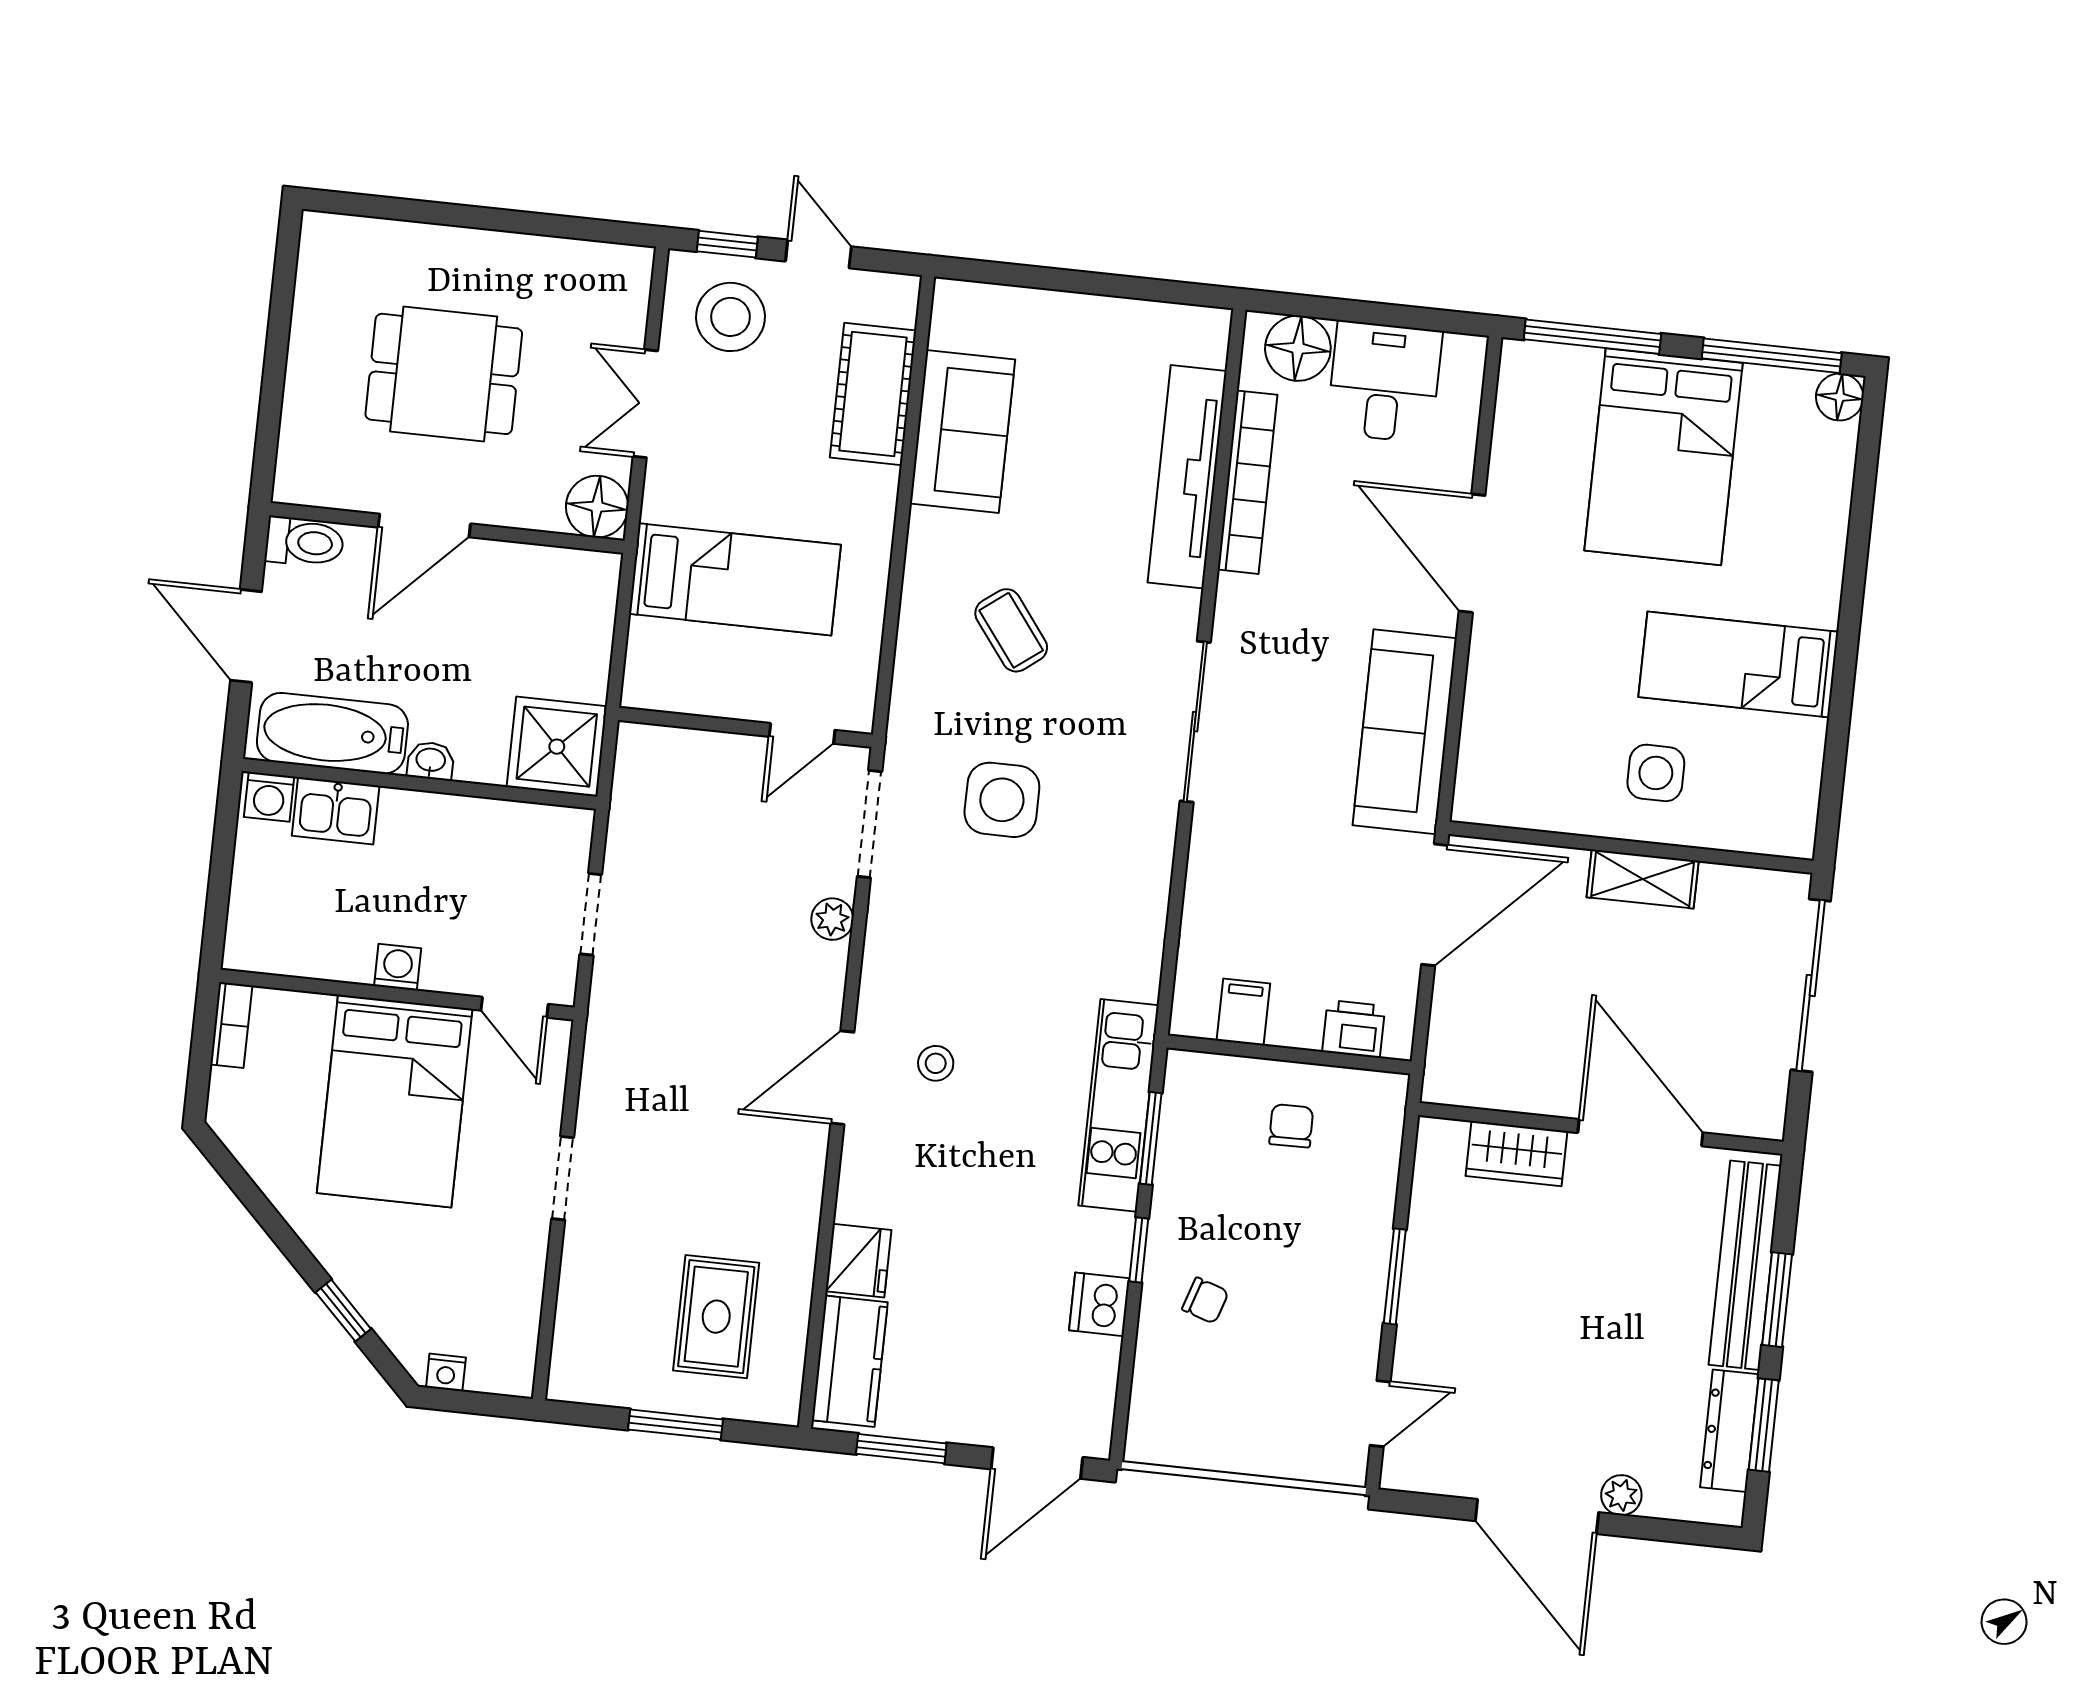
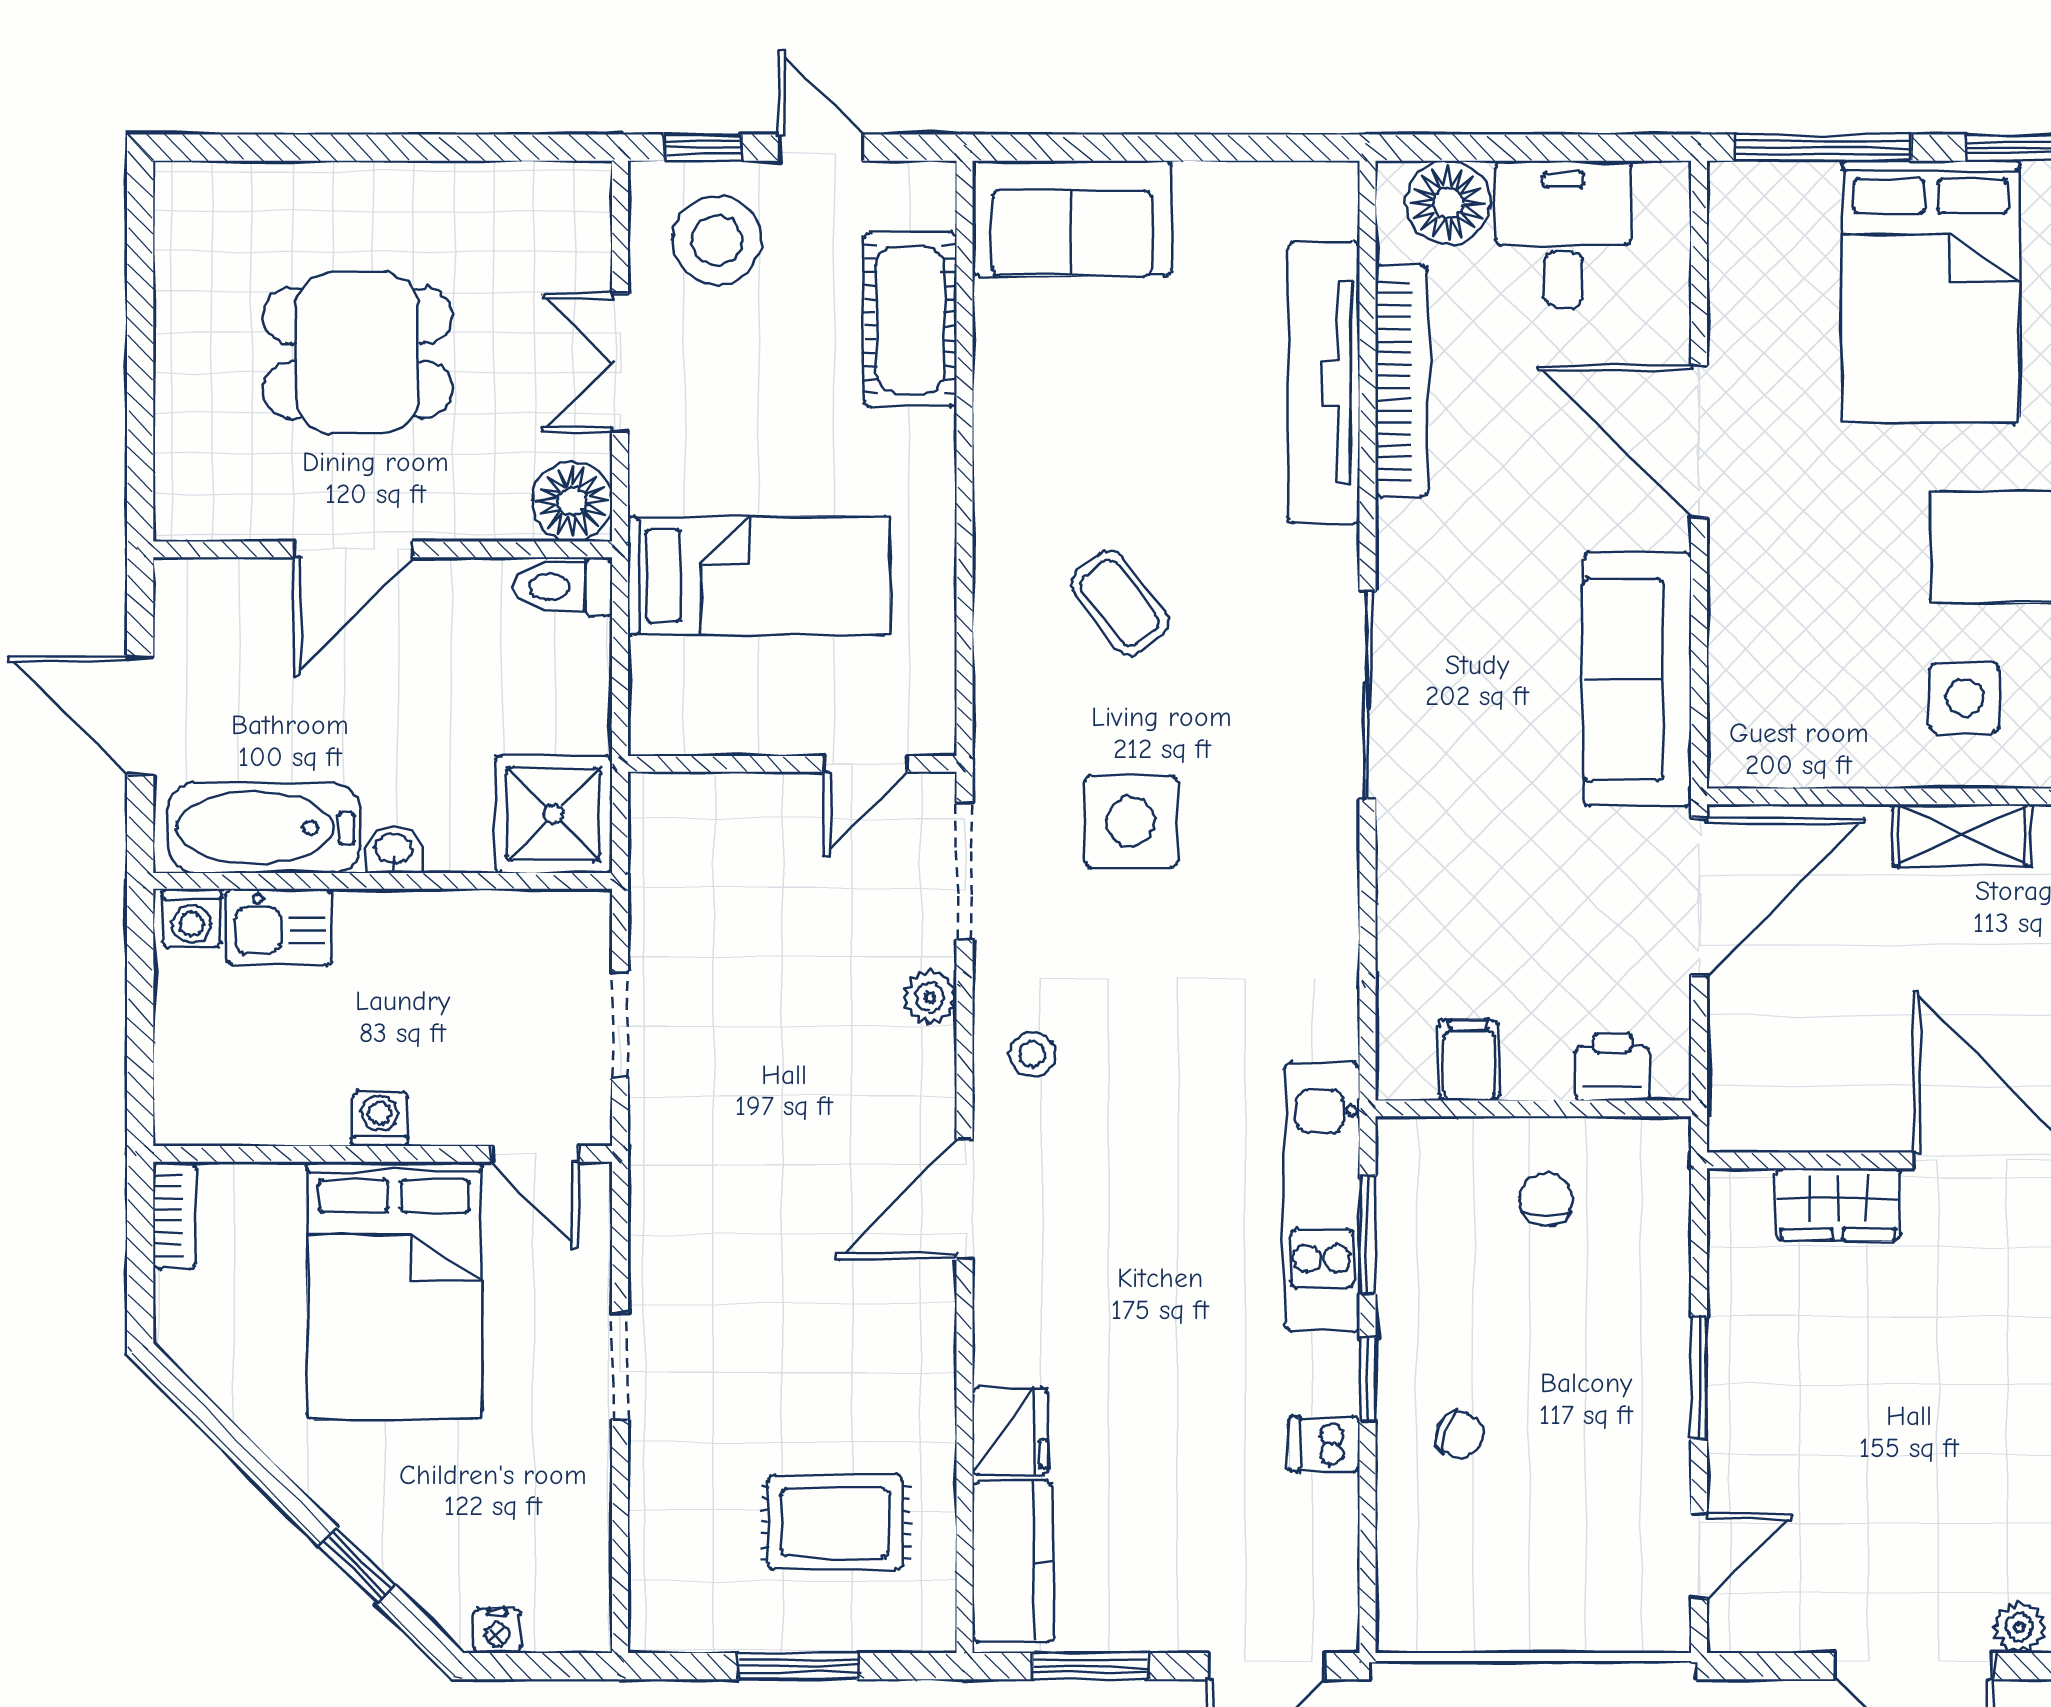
sofa: (963, 431) -> (1072, 218), moved, turned 90
toilet: (304, 542) -> (563, 587), moved, turned 180
stool: (936, 1063) -> (1032, 1054), moved
dishwasher: (1099, 1304) -> (1325, 1444), width x0.73
rug: (716, 1317) -> (836, 1522), turned 90

